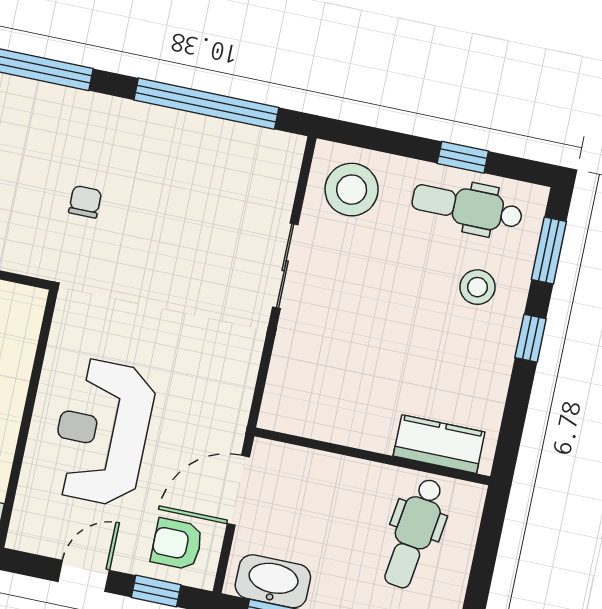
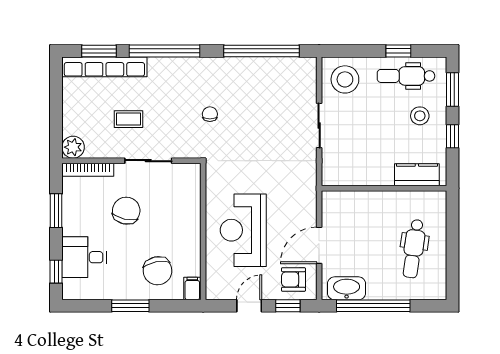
kitchen counter: (439, 444) -> (417, 175), moved
wall: (372, 456) -> (384, 188), moved

